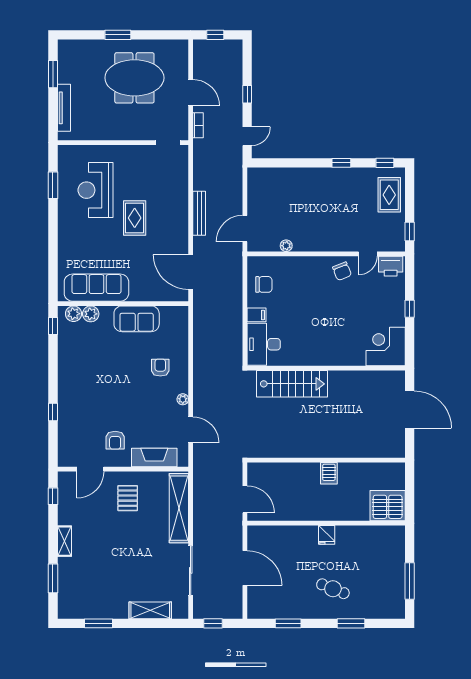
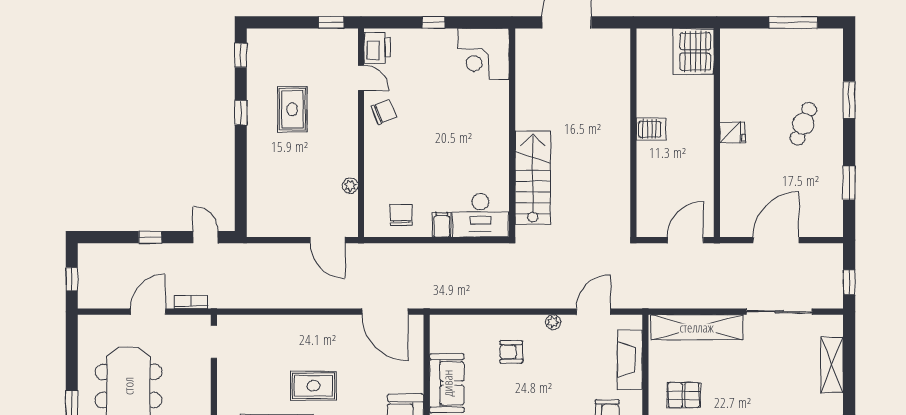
rug: (389, 195) -> (292, 109), moved, turned 90
bench: (199, 213) -> (307, 301), removed
door: (191, 272) -> (385, 312), hinge flipped

